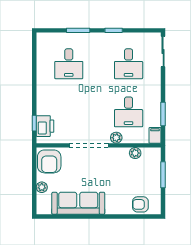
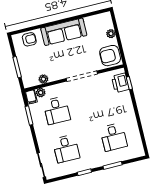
desk: (69, 64) -> (114, 137), turned 180
desk: (129, 64) -> (66, 149), turned 180
desk: (129, 112) -> (57, 110), turned 180
plant: (116, 138) -> (41, 93), moved
armchair: (49, 161) -> (110, 56), turned -90
sofa: (78, 203) -> (64, 32), moved

